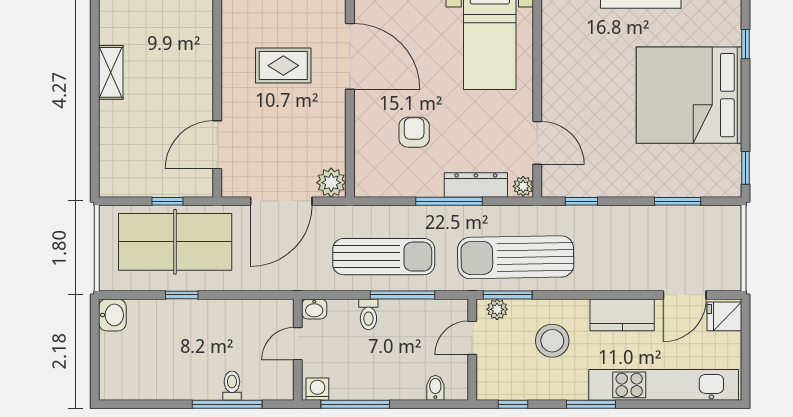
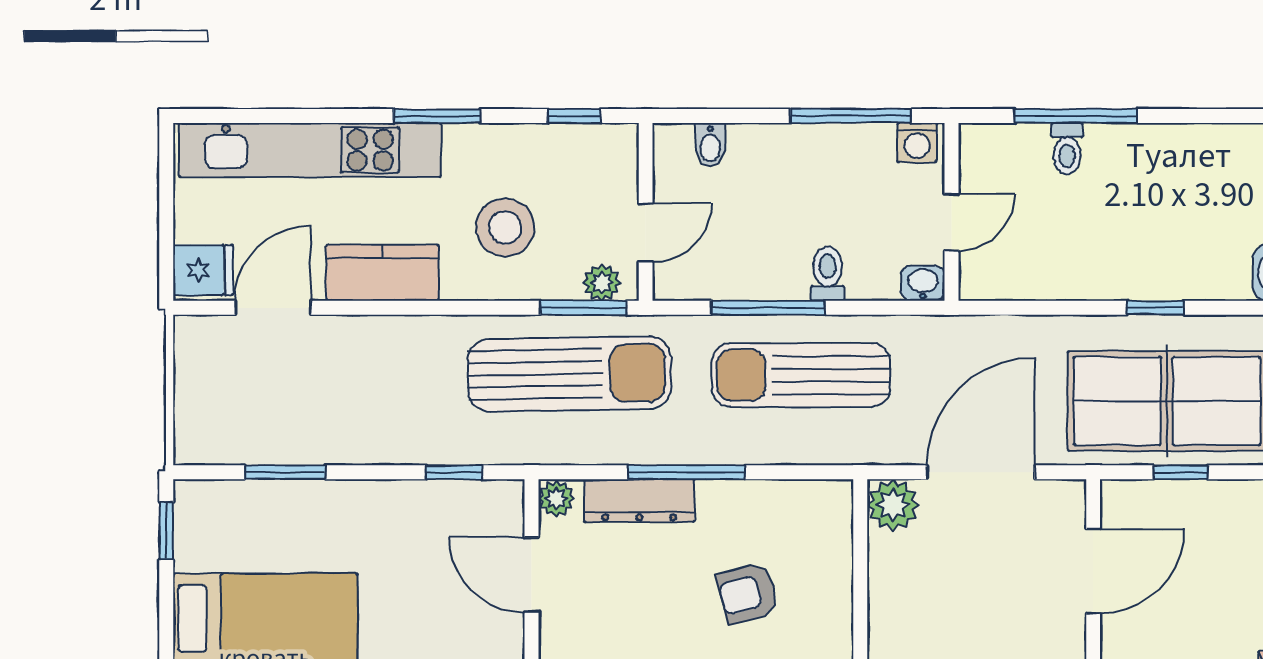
armchair: (414, 132) -> (748, 593), turned 75

